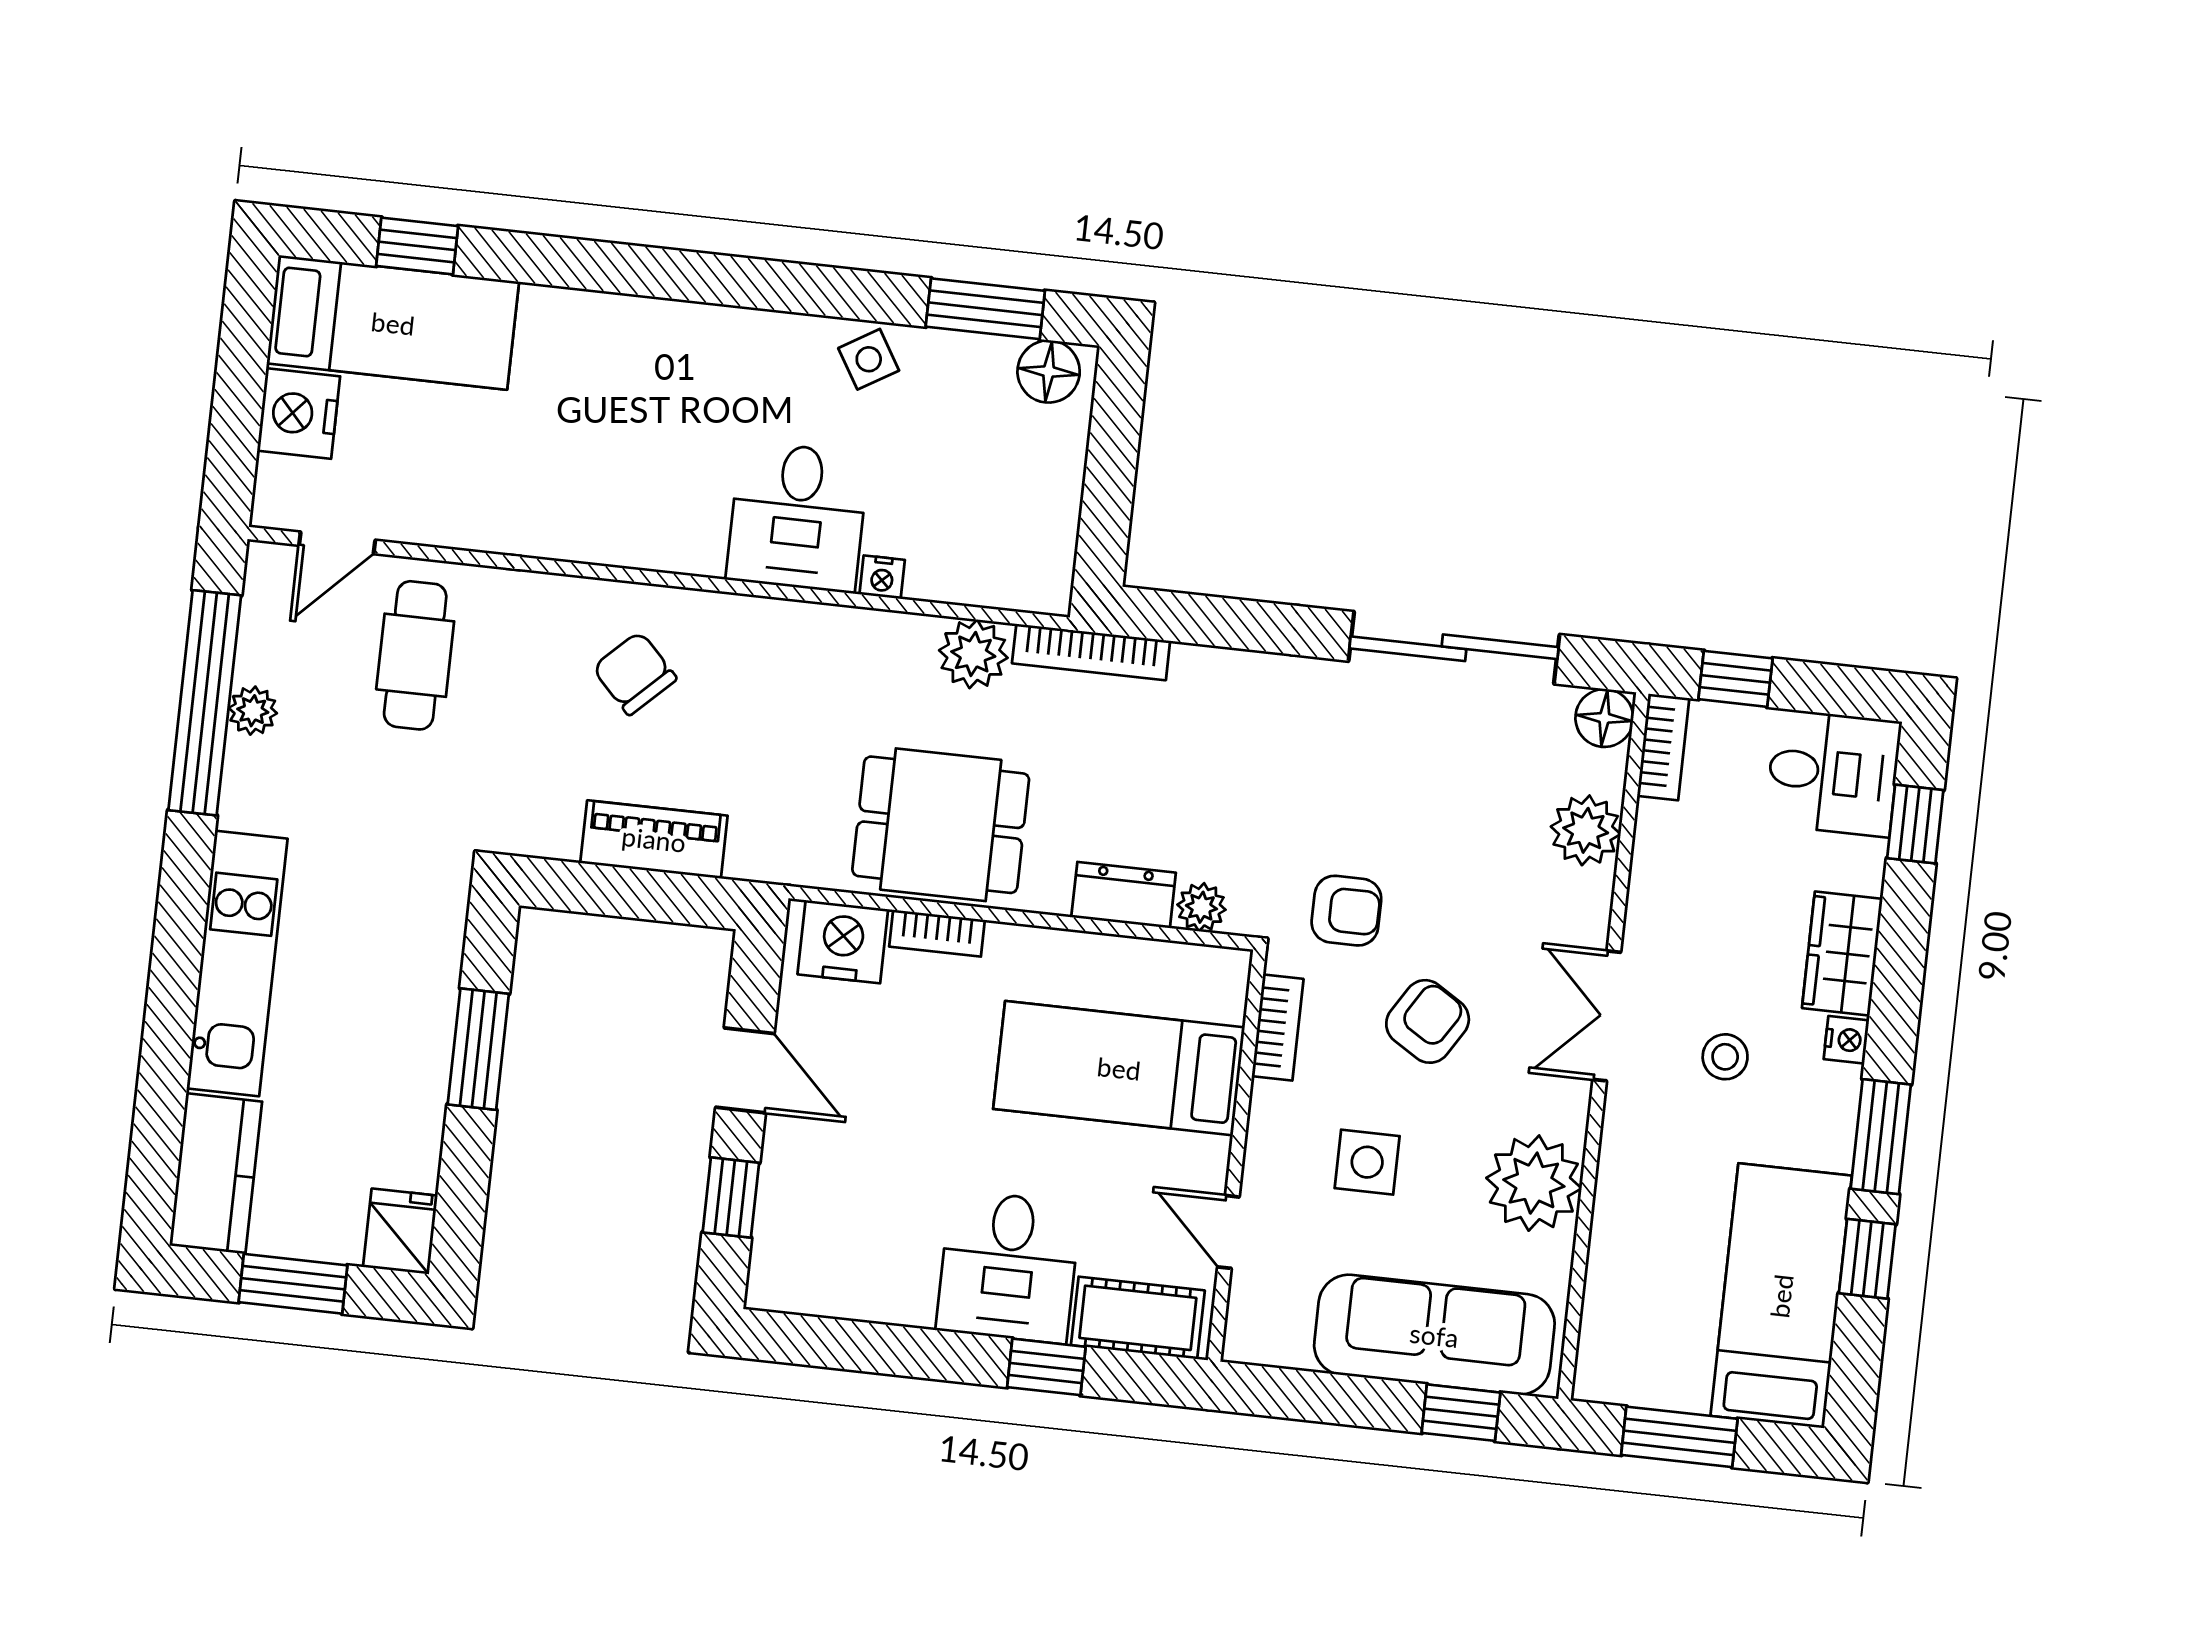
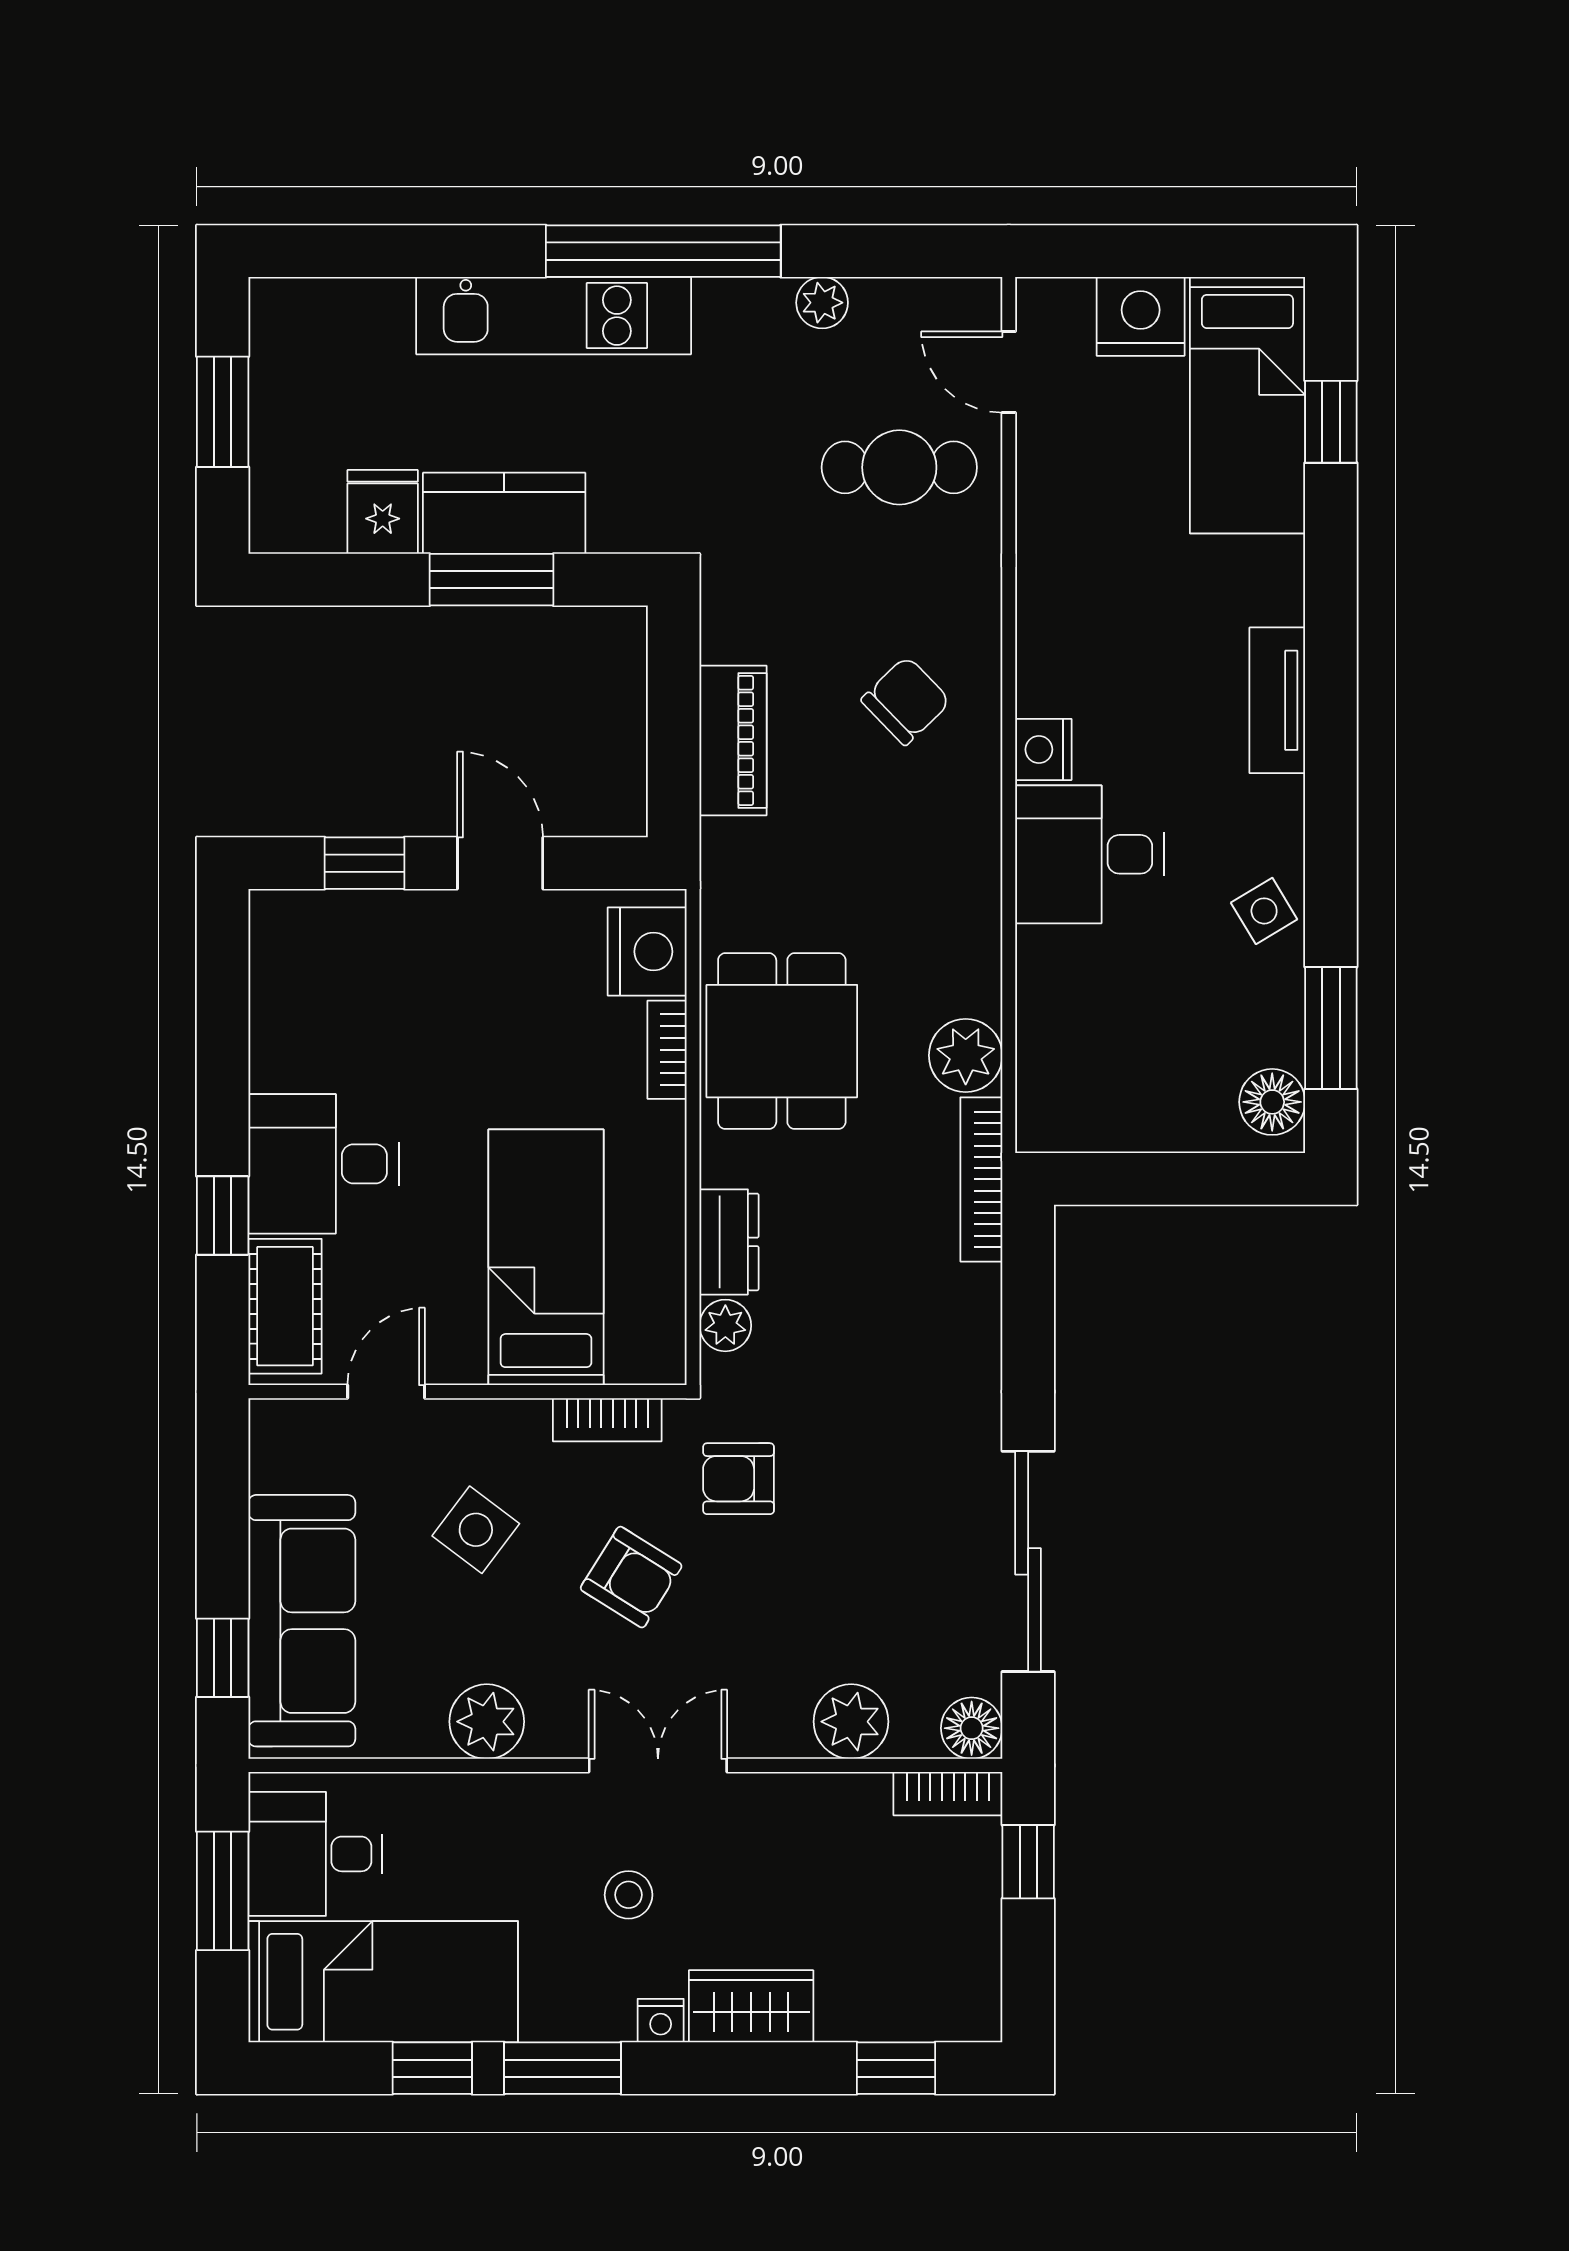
tv unit: (673, 325) -> (1277, 700), added
nightstand: (882, 577) -> (1043, 749), moved, width x1.39, depth x1.35
window: (205, 703) -> (663, 251), moved
desk: (1833, 773) -> (315, 1854), moved, turned 90
armchair: (1346, 911) -> (739, 1479), turned 90
door: (745, 1070) -> (500, 863), swing flipped
side table: (1367, 1162) -> (476, 1530), turned 37
kitchen counter: (216, 1173) -> (504, 513), moved, turned 180
plant: (1534, 1183) -> (487, 1722), width x0.73, depth x0.73
fridge: (400, 1231) -> (383, 512), moved, turned -90

